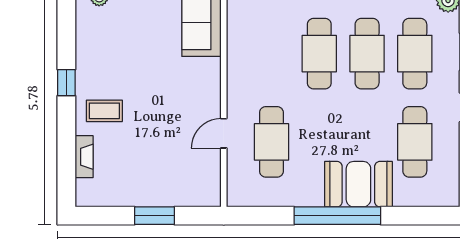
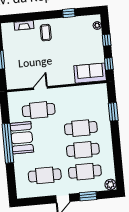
window: (66, 83) -> (69, 13), moved
door: (224, 133) -> (41, 88), hinge flipped
booth: (358, 184) -> (22, 138), moved

